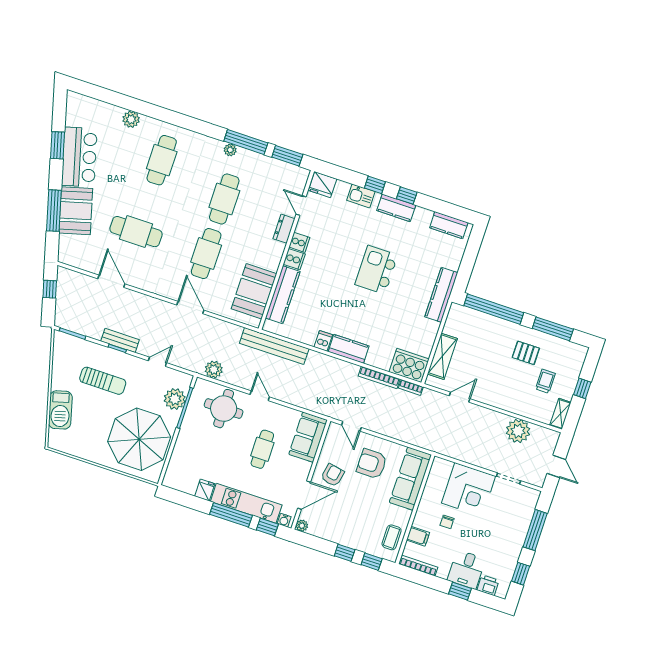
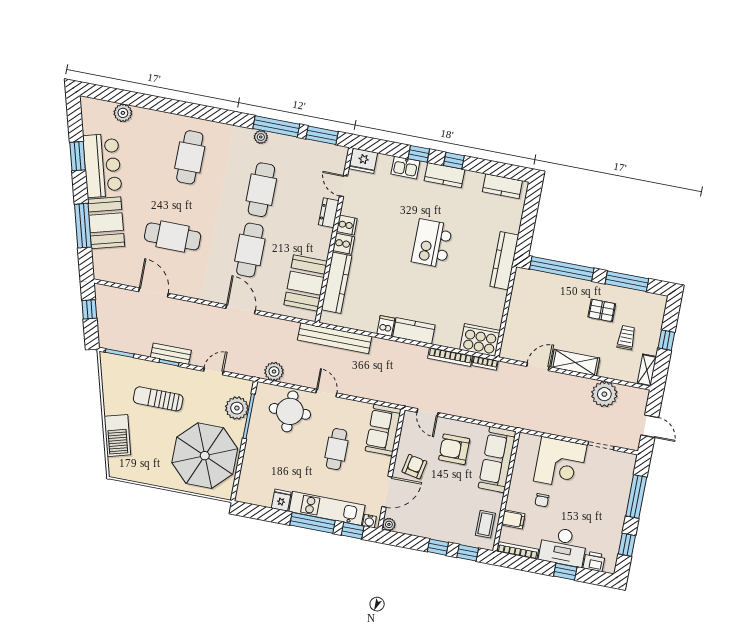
plant: (131, 119) -> (123, 113), moved
shelving: (442, 356) -> (575, 363), moved, turned 90
sun lounger: (103, 381) -> (158, 399), turned 180
desk: (466, 569) -> (563, 547), width x1.37

